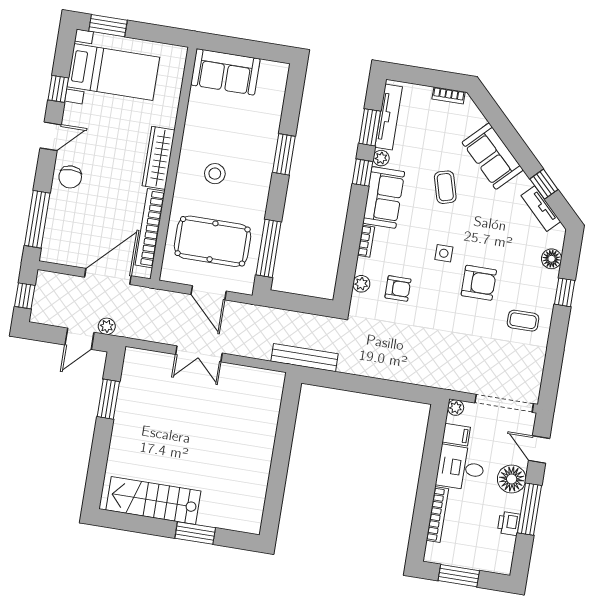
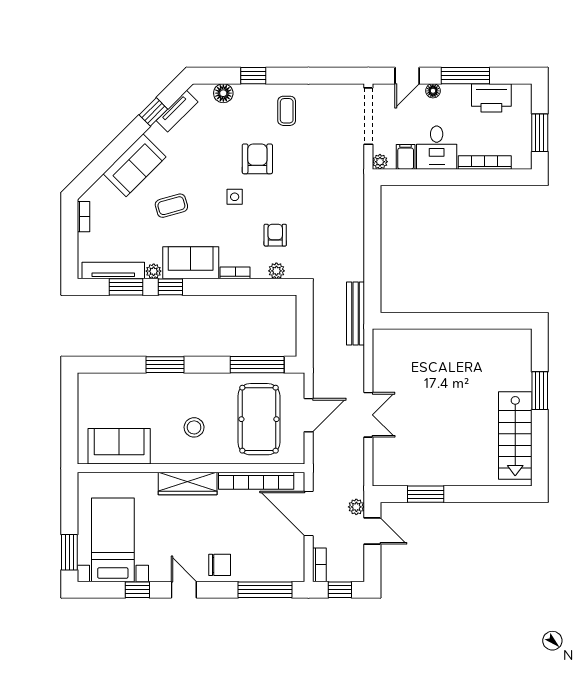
sofa: (226, 72) -> (119, 446), moved, turned -90
bookcase: (54, 279) -> (319, 565), added
floor lamp: (512, 479) -> (433, 91), width x0.53, depth x0.53
printer: (509, 523) -> (491, 98), width x1.87, depth x1.48

